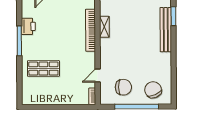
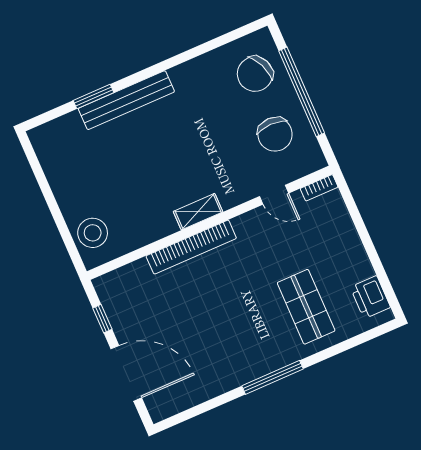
printer: (28, 26) -> (370, 297), moved, turned -90
shelving: (104, 27) -> (198, 212), moved
chair: (123, 87) -> (275, 134), turned 180

